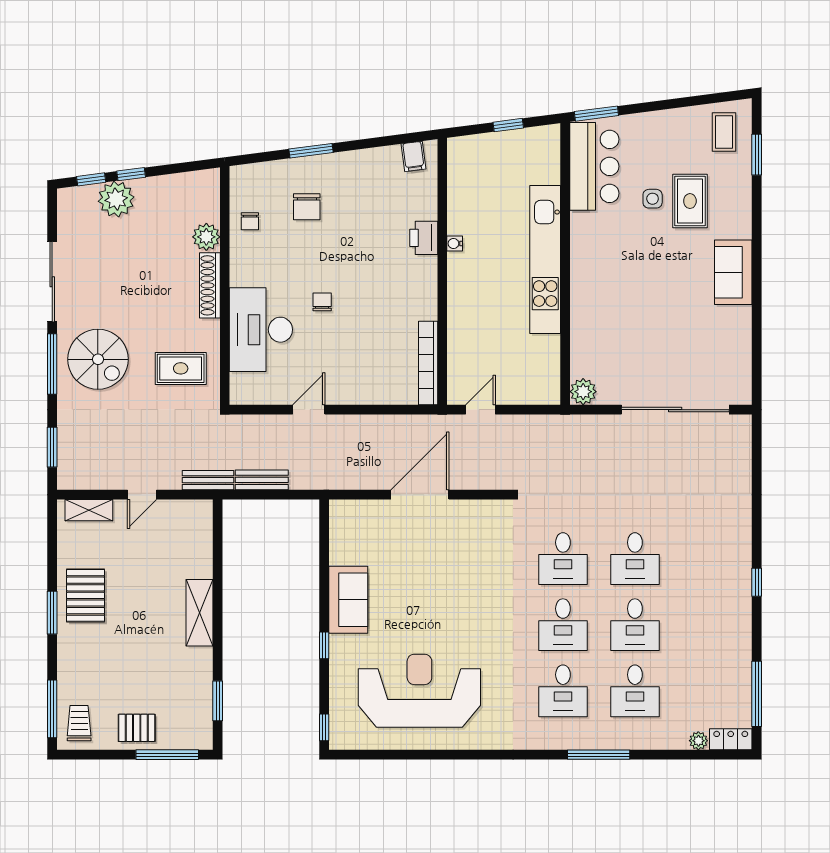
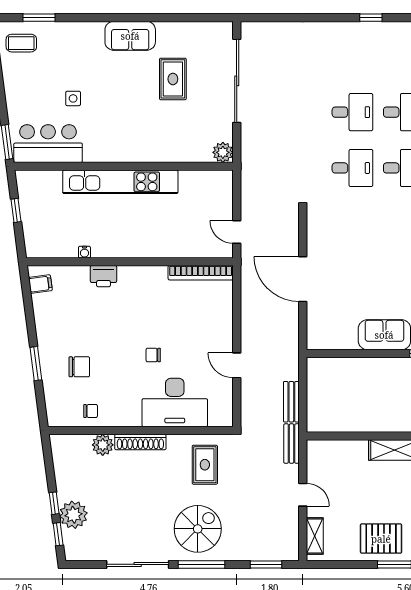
rug: (690, 201) -> (173, 79), moved, turned 90
water cooler: (455, 243) -> (84, 252), moved

